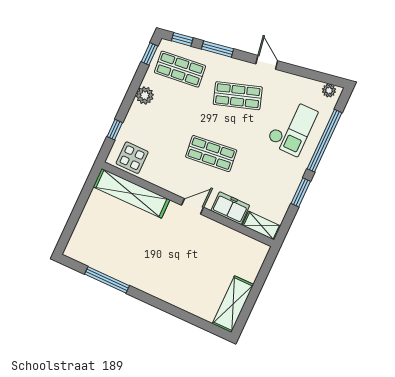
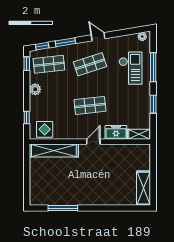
window: (324, 141) -> (153, 67), width x0.68

